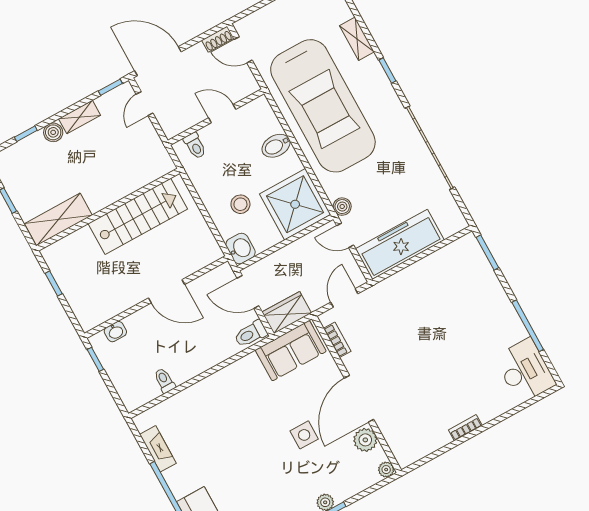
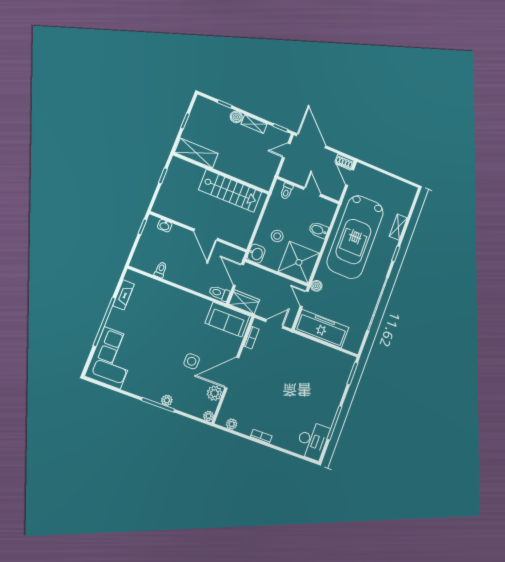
plant: (420, 450) -> (232, 424), added

